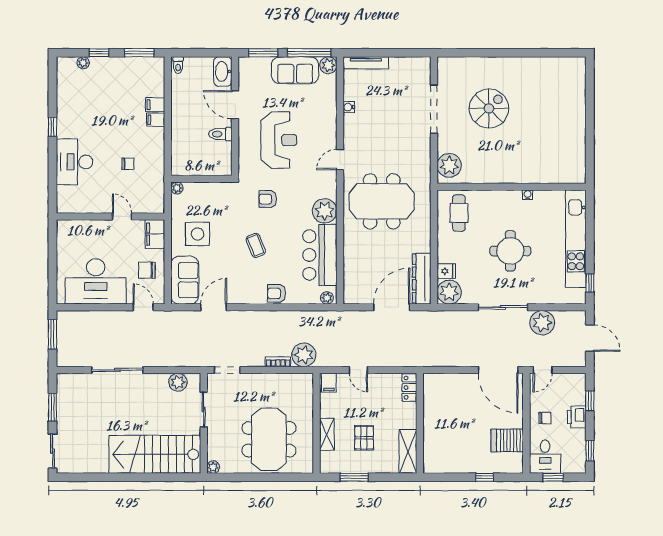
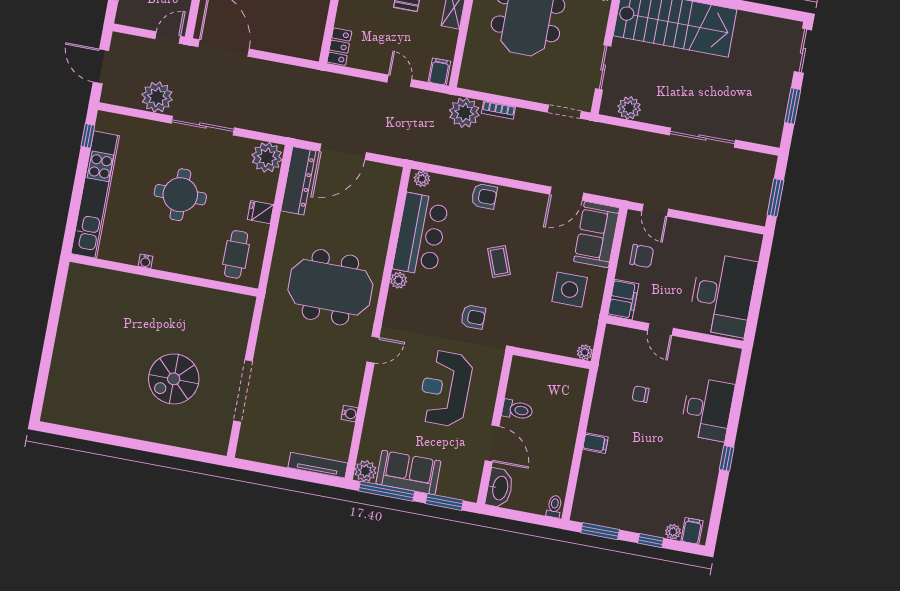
filing cabinet: (155, 105) -> (692, 531), moved, turned -90
plant: (449, 165) -> (237, 317), removed
plant: (325, 211) -> (399, 280), width x0.53, depth x0.53
fridge: (446, 271) -> (261, 212), moved
desk: (96, 281) -> (723, 295), moved, turned 90

